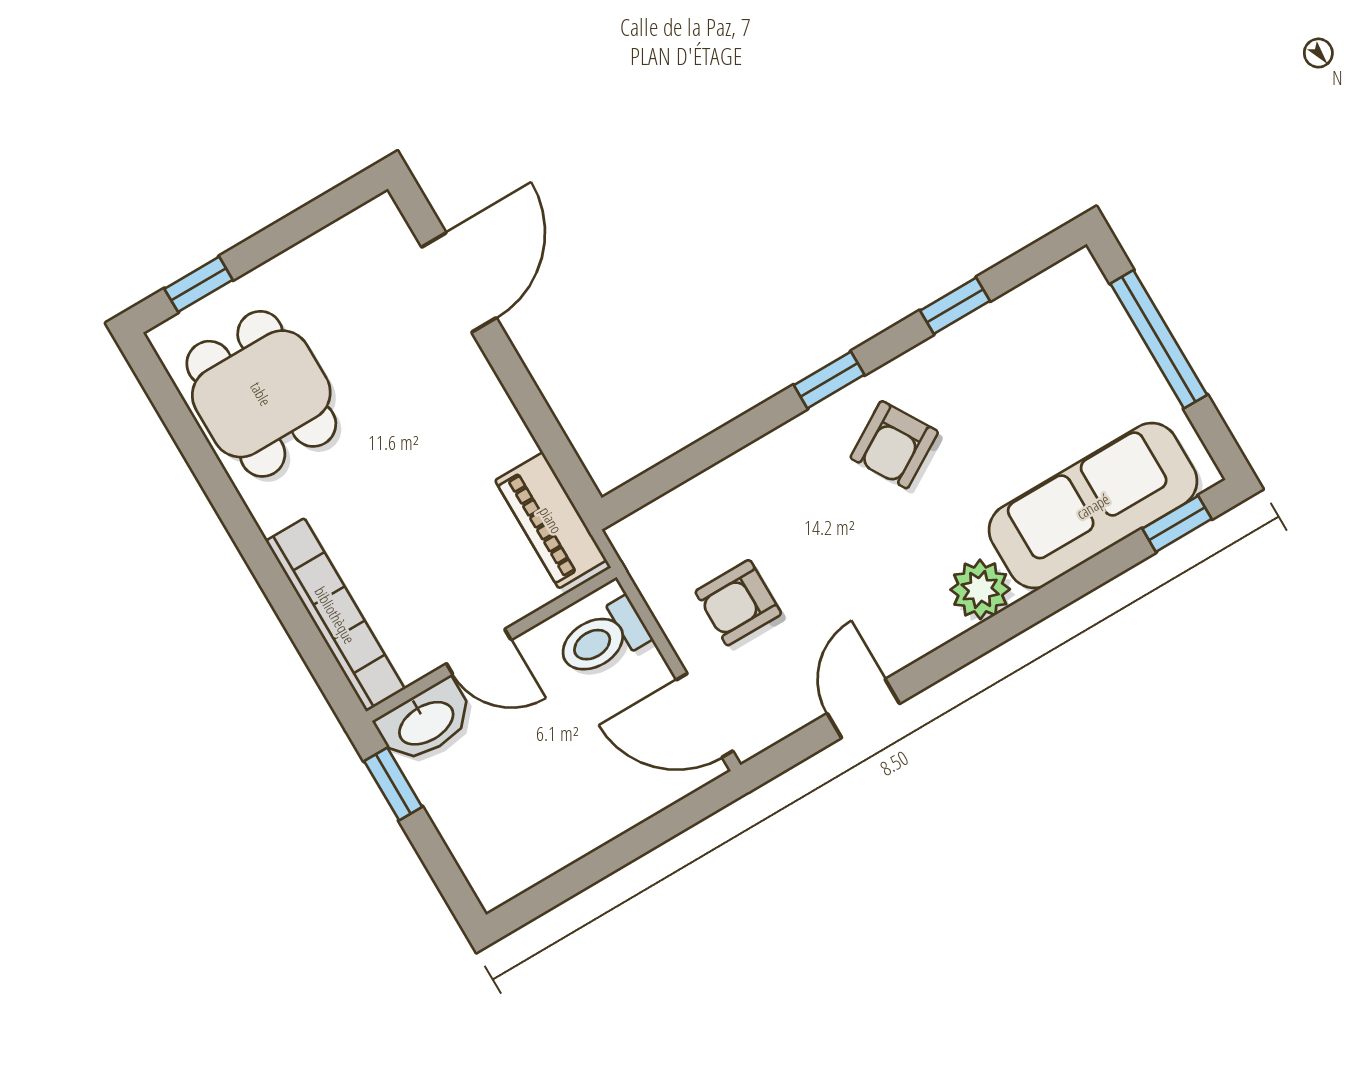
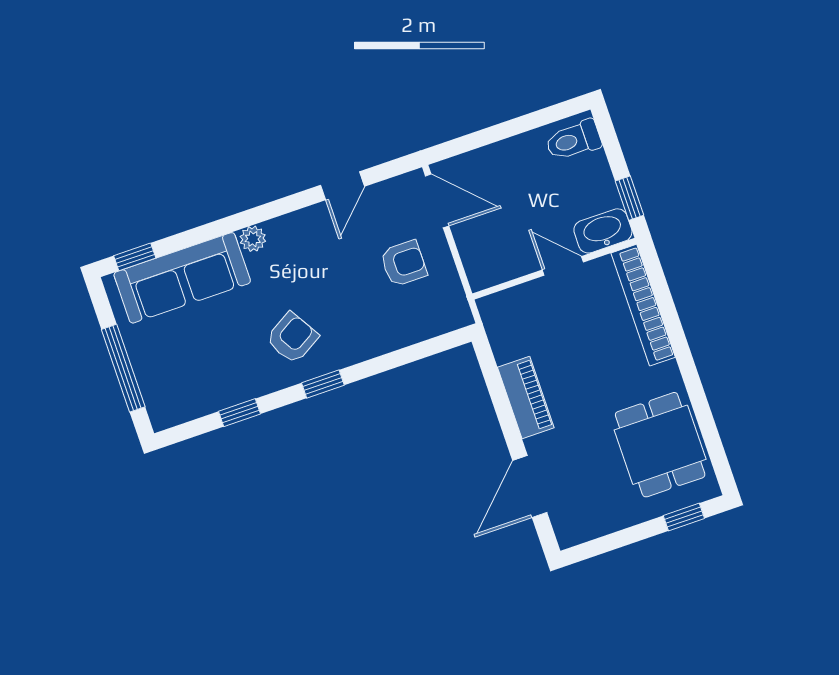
piano: (551, 520) -> (526, 398), moved
plant: (980, 589) -> (253, 239), width x0.73, depth x0.73
toilet: (603, 638) -> (573, 140), moved, turned 180

